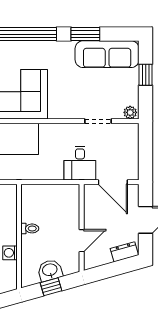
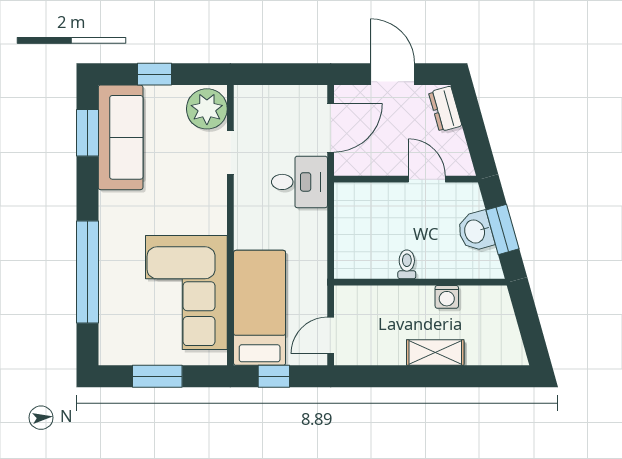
window: (85, 34) -> (87, 133), moved
plant: (130, 112) -> (207, 109), width x1.88, depth x1.88
window: (51, 287) -> (502, 229), width x1.50

